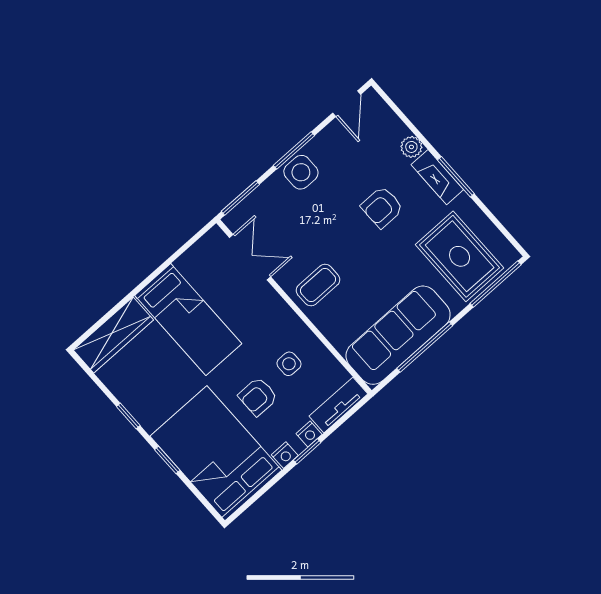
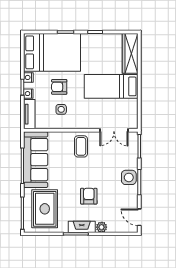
rug: (460, 256) -> (45, 209), turned 90
armchair: (258, 397) -> (59, 87), turned -90

